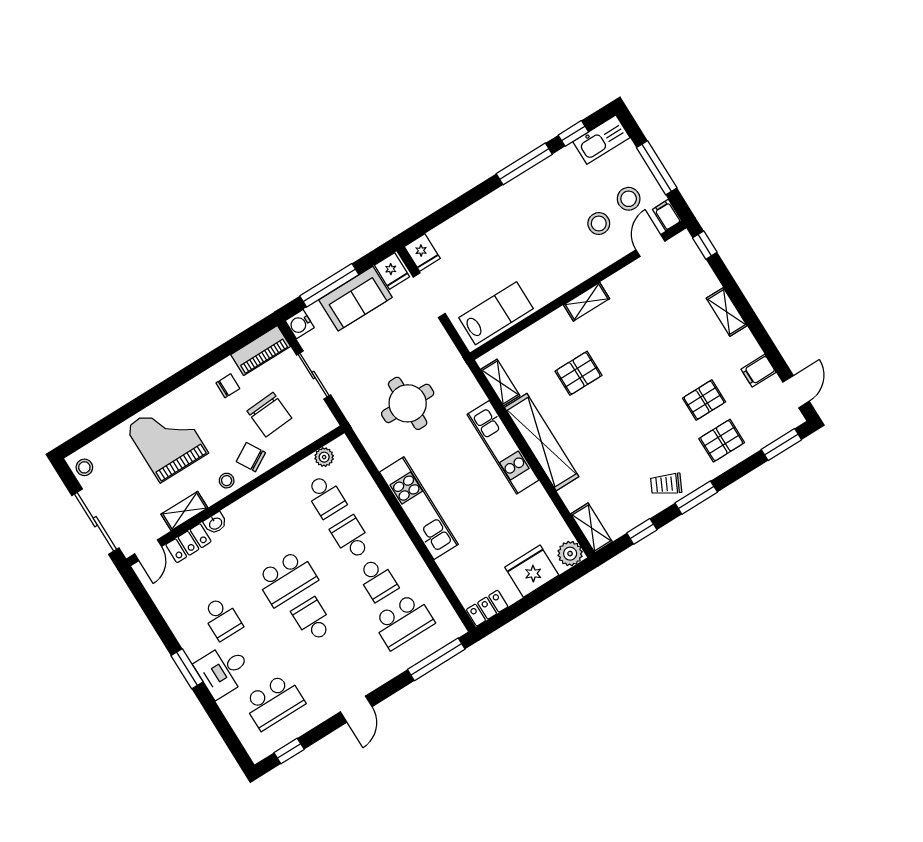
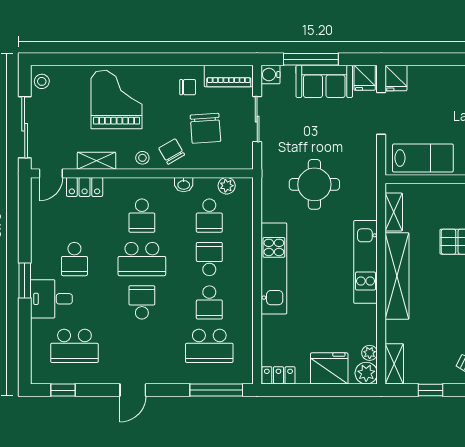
washbasin: (215, 523) -> (184, 185), moved
plant: (561, 532) -> (370, 353), added
school desk: (261, 536) -> (142, 216), added

